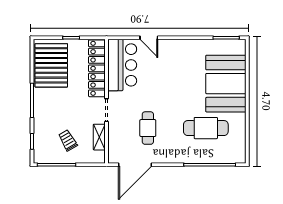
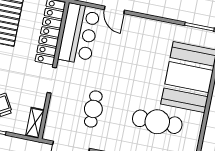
shelving: (99, 137) -> (35, 123), moved

